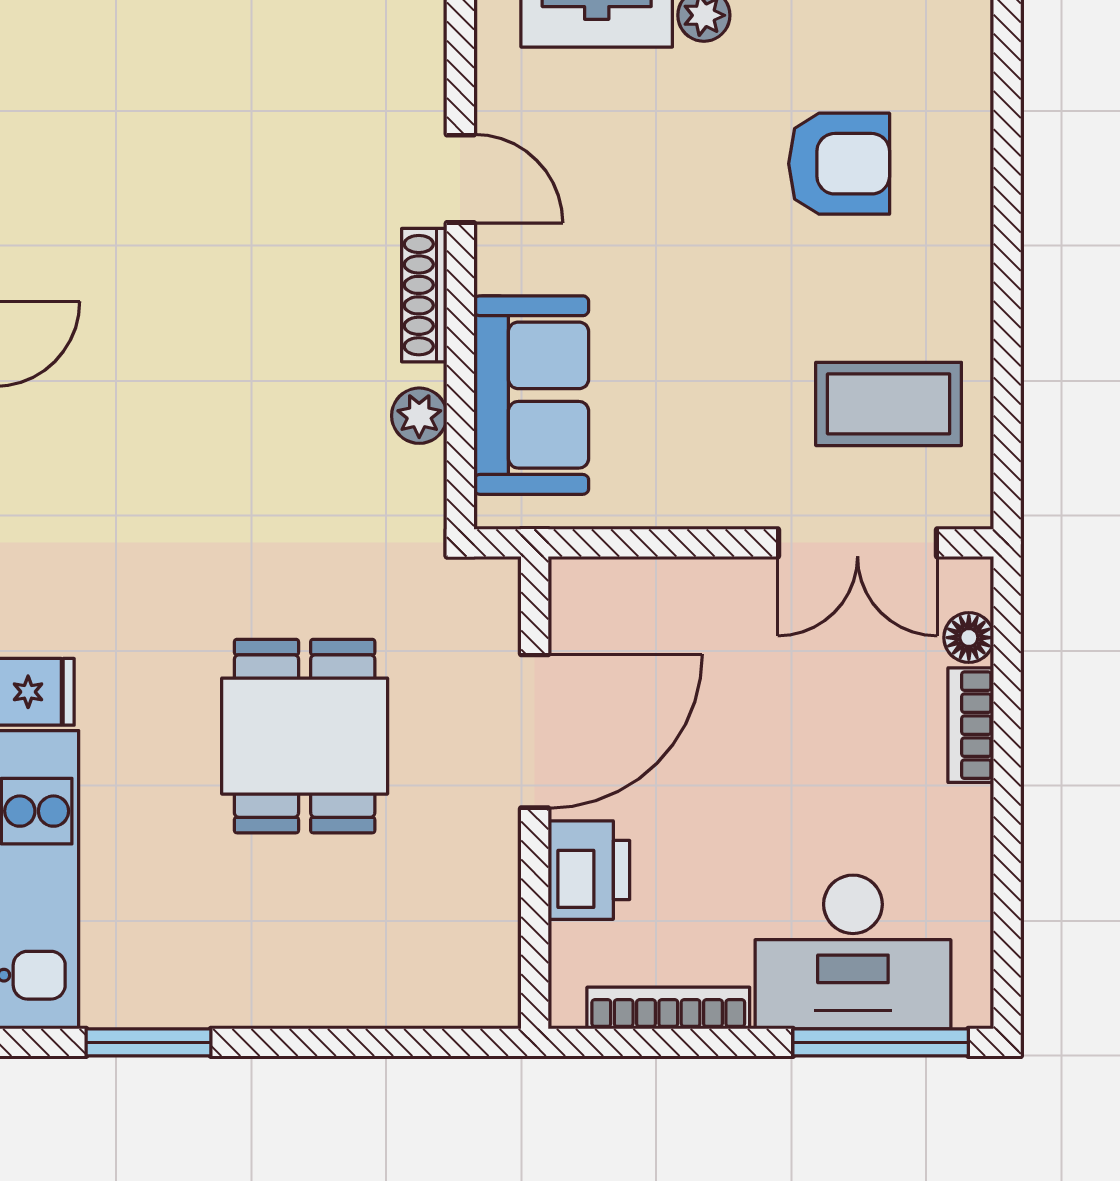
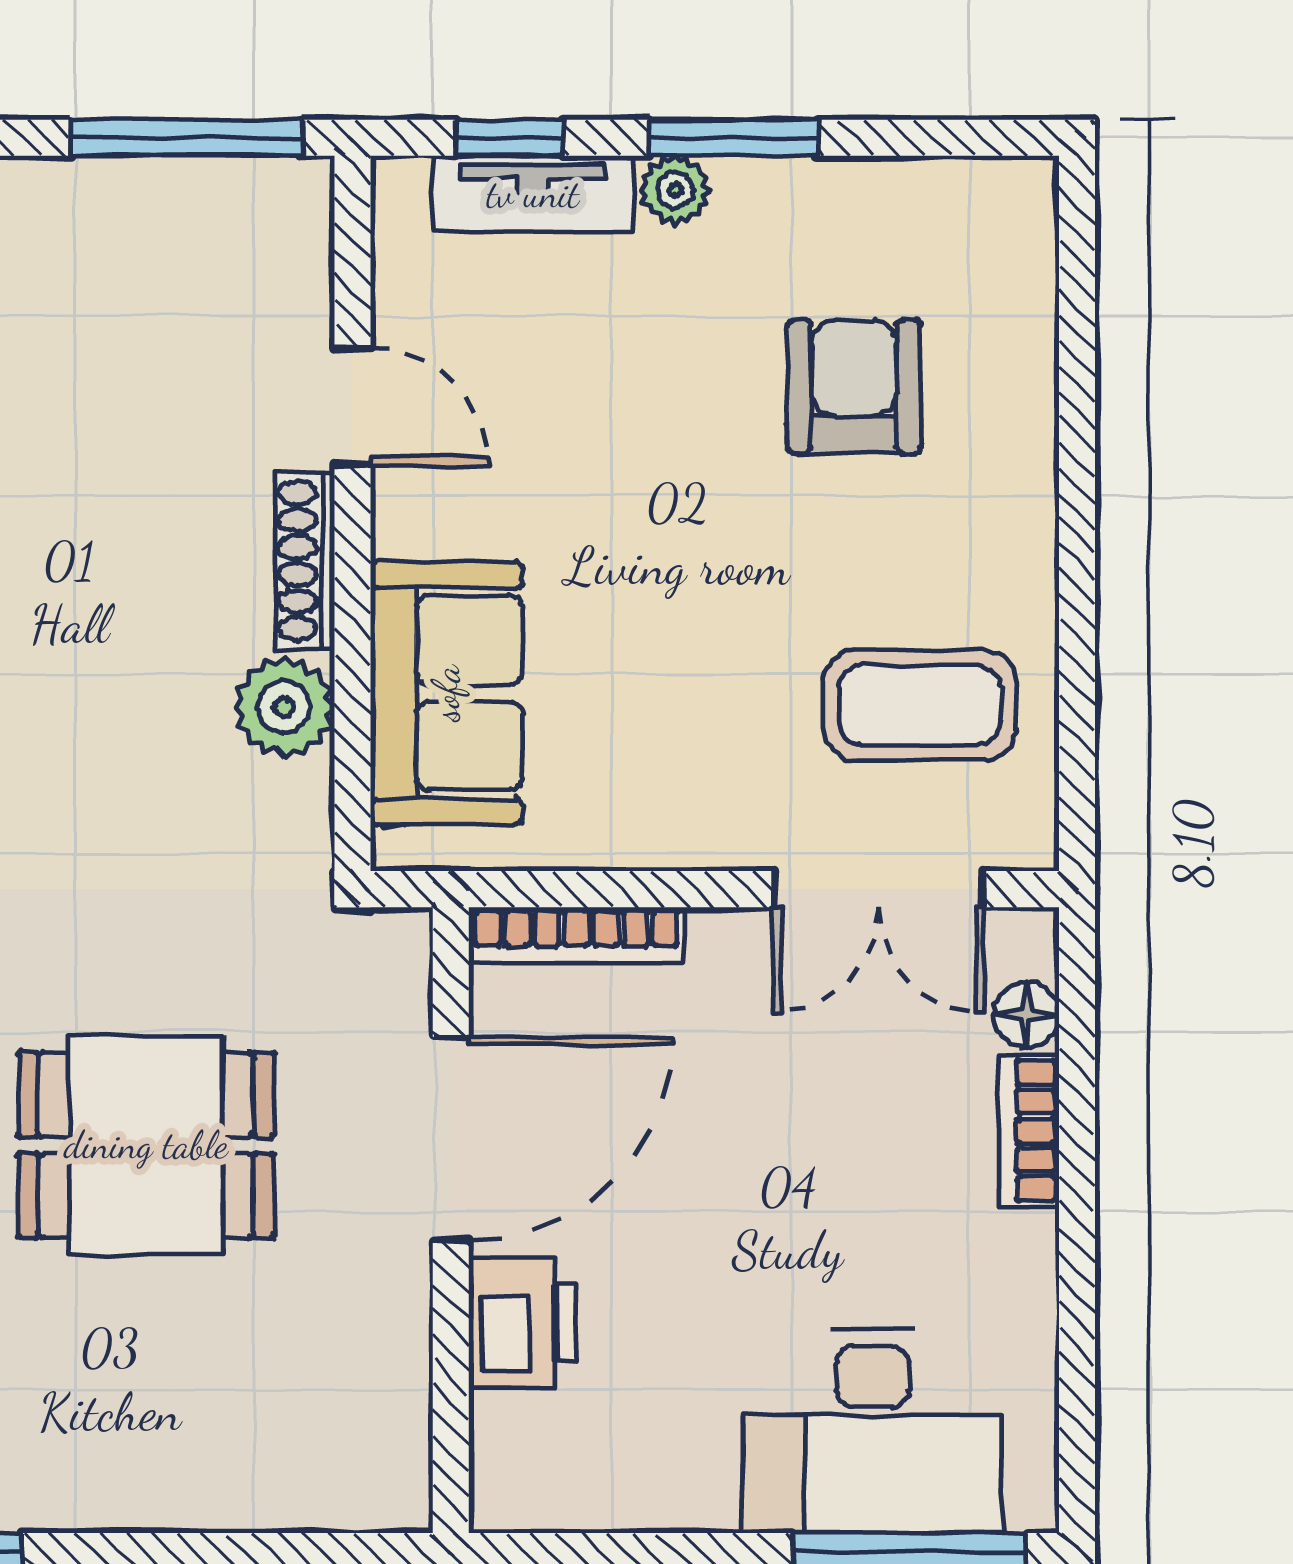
armchair: (839, 164) -> (854, 387), turned -90
plant: (419, 416) -> (284, 707), width x1.38, depth x1.38
dining table: (305, 736) -> (146, 1145), turned 90
bookcase: (668, 1008) -> (577, 935), moved, turned 180

